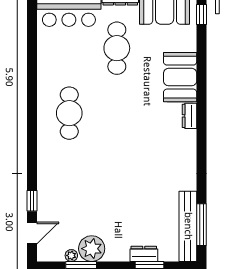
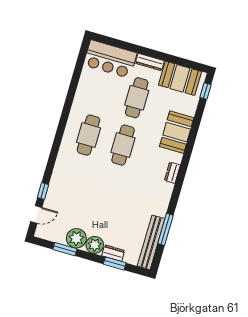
cafe table: (117, 113) -> (123, 145), added
dresser: (189, 116) -> (172, 173), moved
window: (202, 225) -> (166, 229), moved
plant: (71, 255) -> (95, 245), moved, width x1.87, depth x1.87

